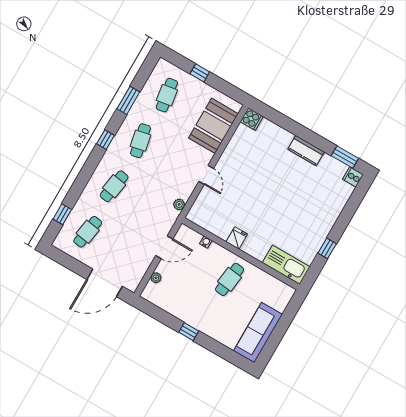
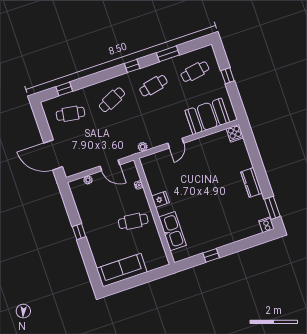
cafe table: (114, 186) -> (112, 100), turned -33
kitchen sink: (286, 265) -> (173, 231), moved

